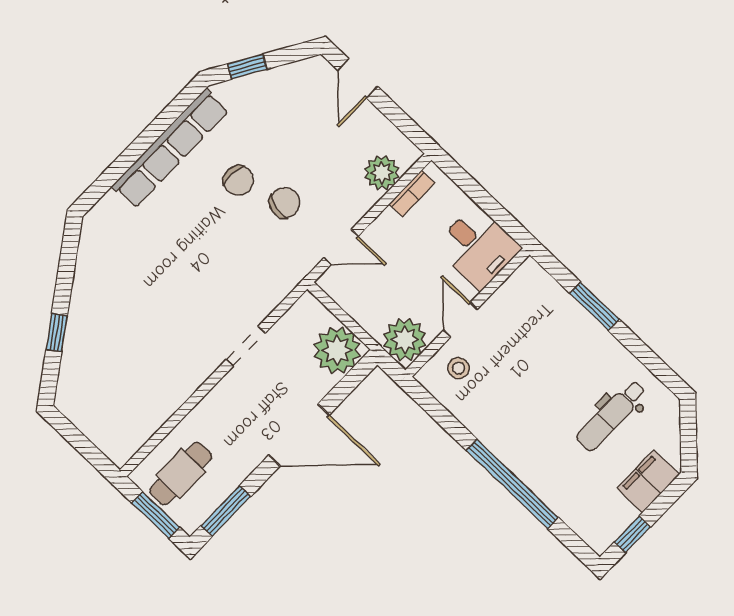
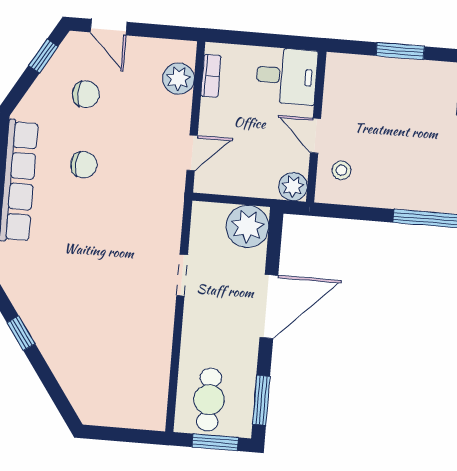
window: (247, 67) -> (43, 56), moved
chair: (285, 203) -> (86, 94), moved, turned 78
window: (57, 333) -> (21, 333), moved
plant: (405, 340) -> (293, 187), width x0.73, depth x0.73

